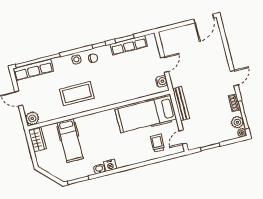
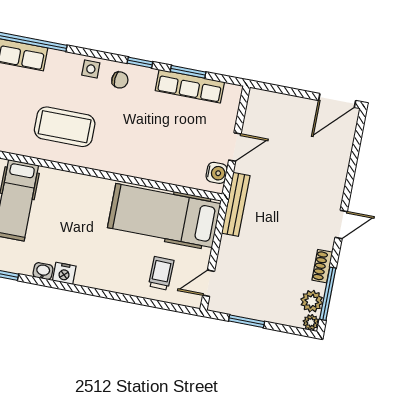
bench: (181, 104) -> (236, 204), moved

